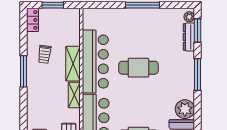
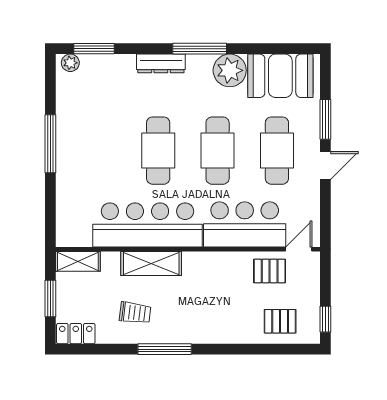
dresser: (189, 37) -> (161, 63), moved
window: (197, 75) -> (200, 49), moved
shelving: (74, 95) -> (78, 261), moved
cafe table: (138, 102) -> (218, 151), added

